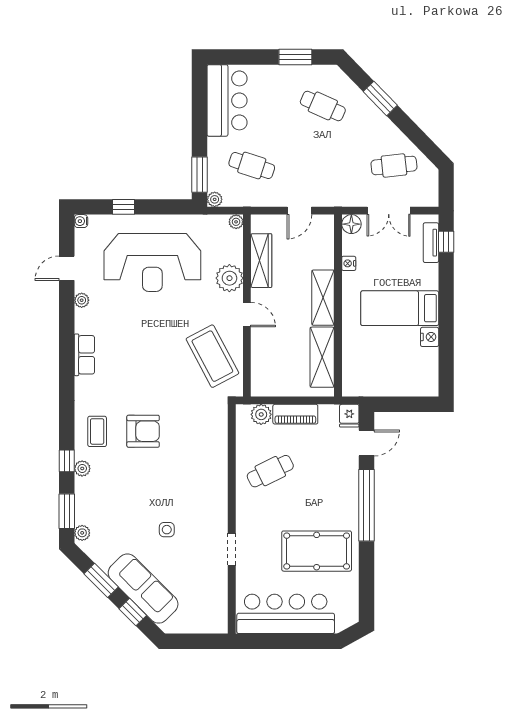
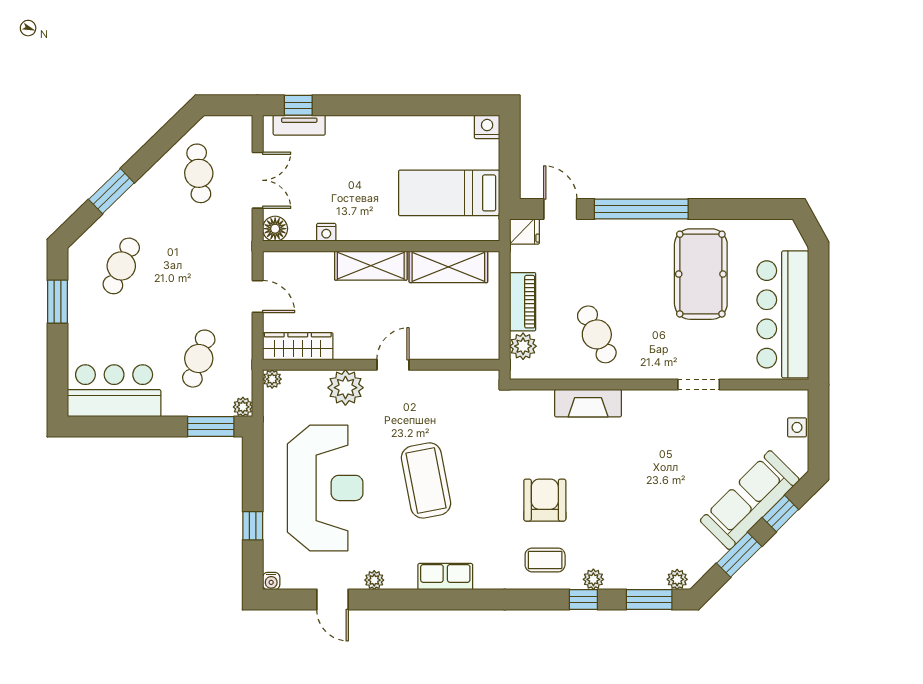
wardrobe: (261, 261) -> (298, 346), moved
bed: (400, 308) -> (449, 193), moved, turned 90
nightstand: (430, 337) -> (487, 127), moved
coffee table: (212, 356) -> (426, 480), moved, turned -73
fireplace: (217, 464) -> (588, 403), added
side table: (167, 530) -> (797, 427), moved

